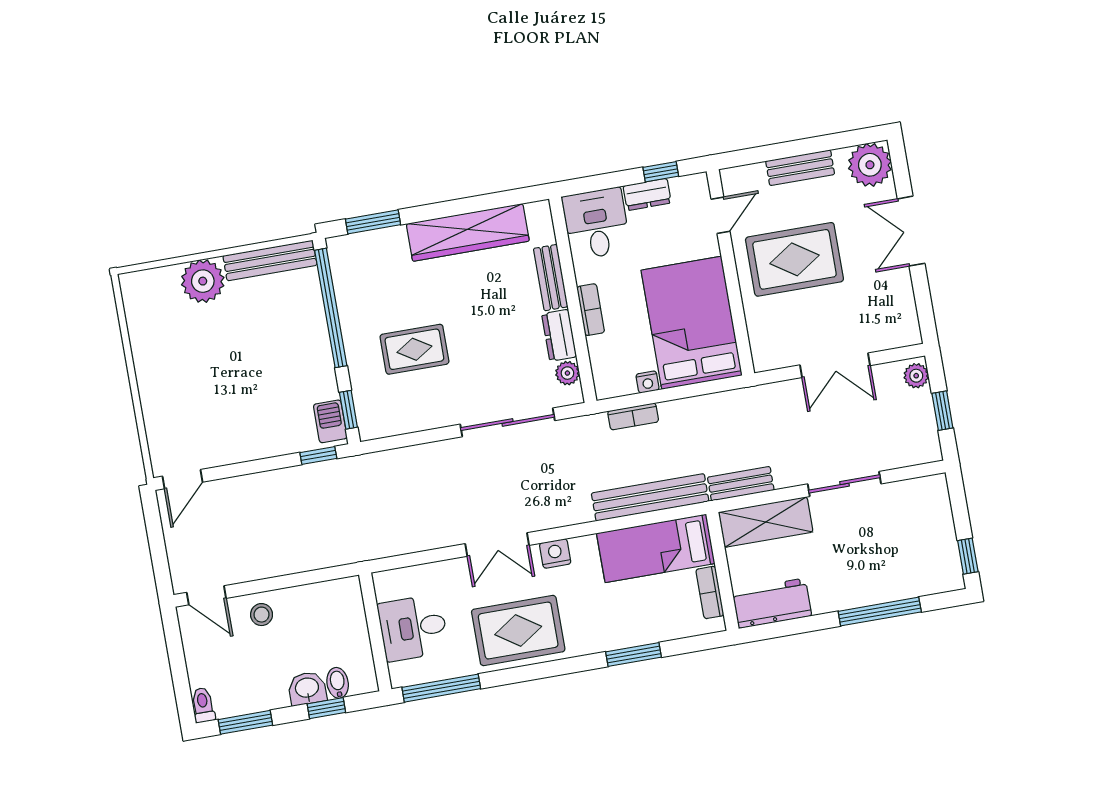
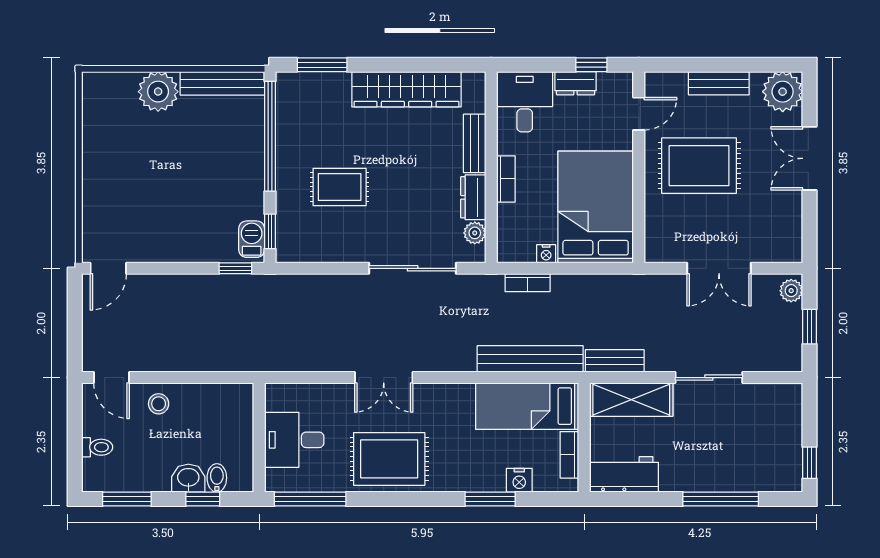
nightstand: (555, 554) -> (519, 480), moved, turned 180
toilet: (203, 705) -> (97, 447), moved, turned 90

